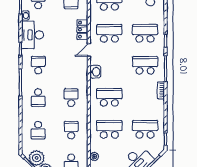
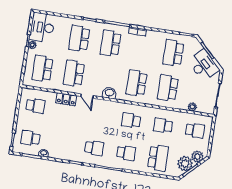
desk: (32, 35) -> (64, 149), removed
school desk: (38, 65) -> (94, 148), turned 180
school desk: (38, 130) -> (158, 158), width x1.85

